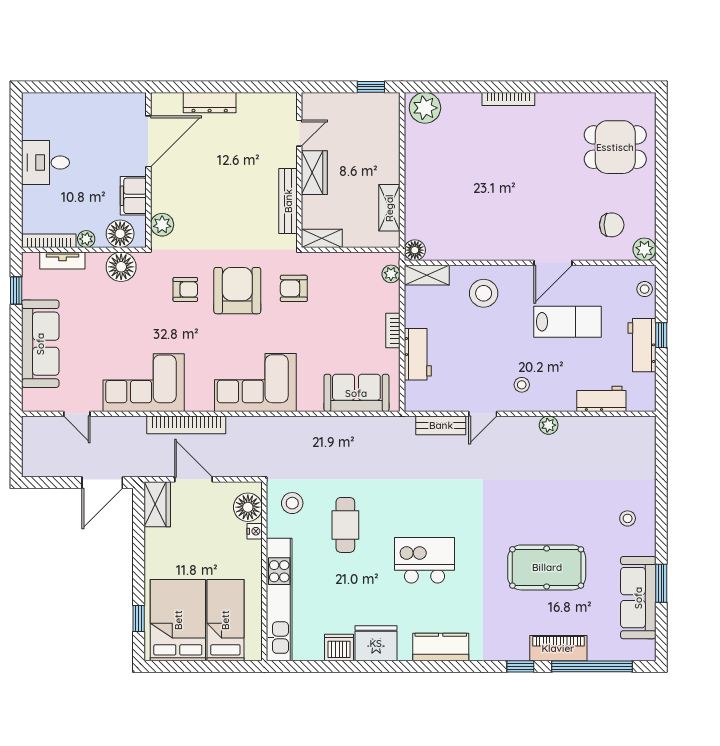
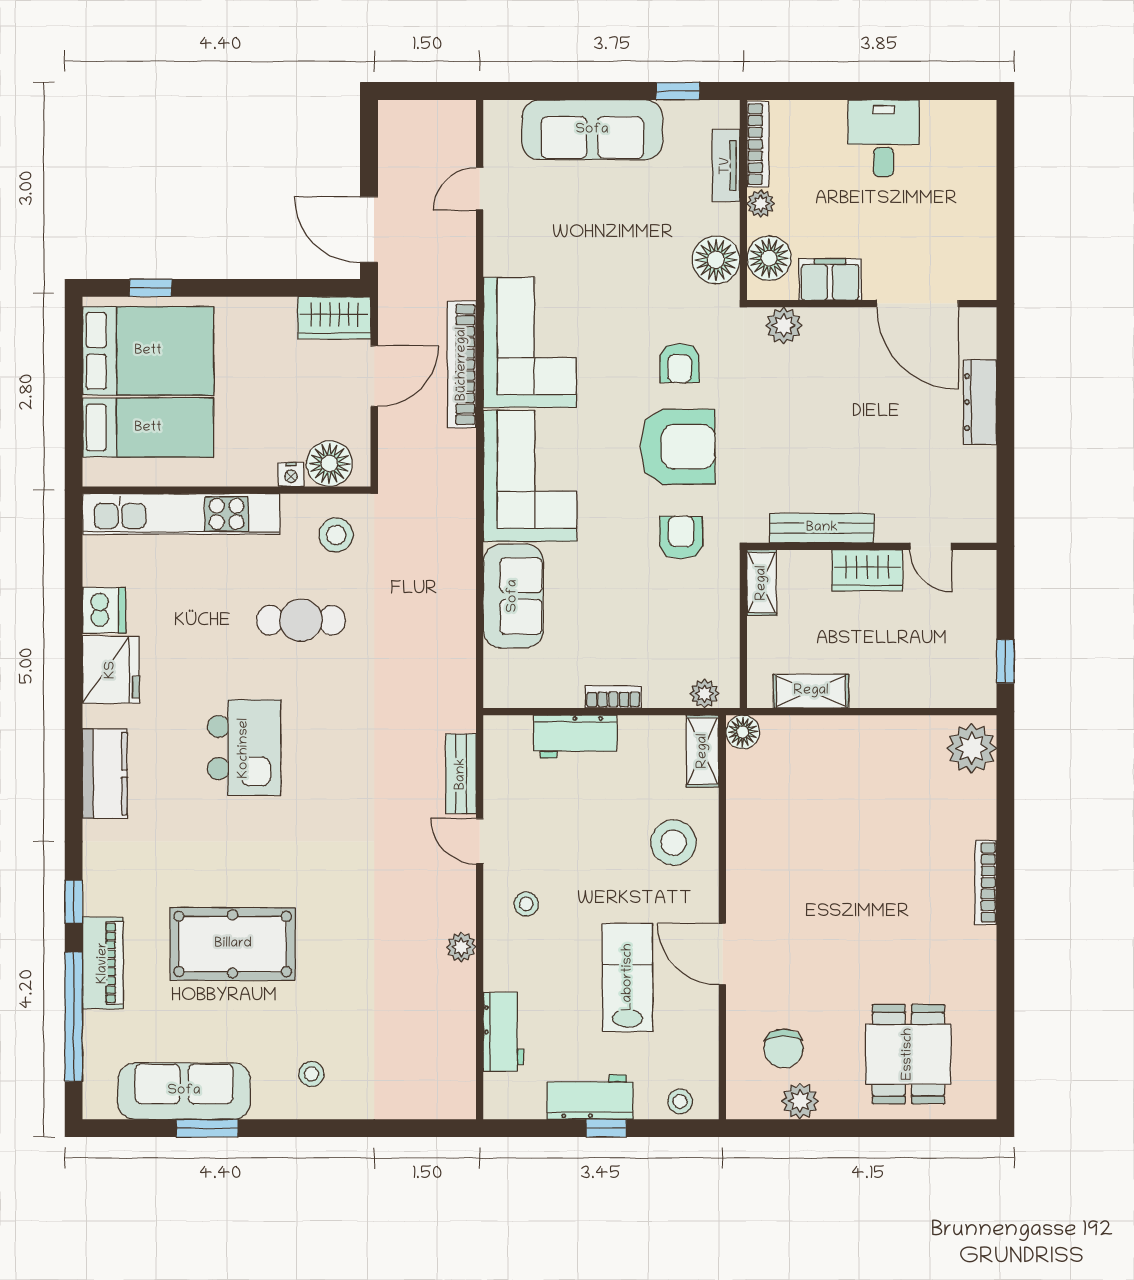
plant: (644, 249) -> (800, 1101), moved
lab bench: (568, 322) -> (628, 977), turned 180
corner sofa: (144, 383) -> (530, 342), moved
sofa: (356, 393) -> (513, 596), moved
pool table: (547, 567) -> (233, 944), turned 90

